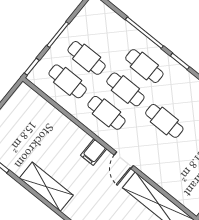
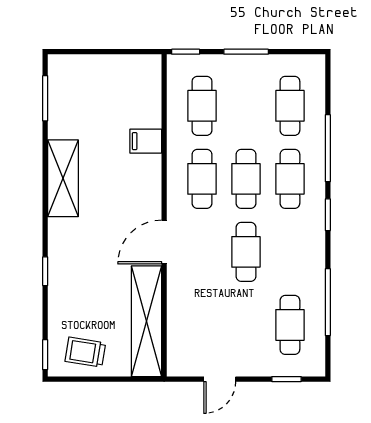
cafe table: (87, 58) -> (290, 106), moved
filing cabinet: (94, 152) -> (146, 141), moved
door: (124, 160) -> (164, 242), width x1.38

